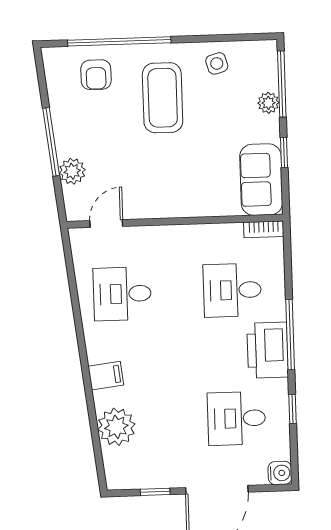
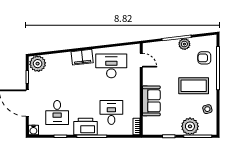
plant: (268, 103) -> (190, 126), width x1.87, depth x1.87
plant: (72, 171) -> (184, 44), moved
sofa: (261, 180) -> (151, 101), moved, turned 90
desk: (122, 294) -> (111, 66), width x1.37
filing cabinet: (106, 376) -> (82, 57), width x2.00
desk: (237, 418) -> (57, 112), turned 180
plant: (116, 427) -> (38, 64), moved

